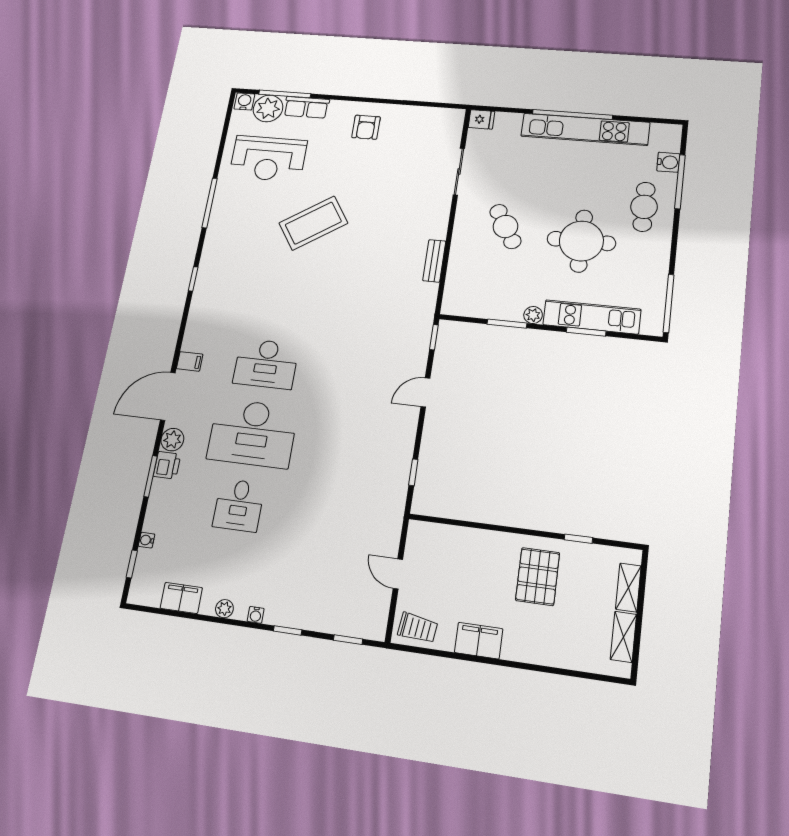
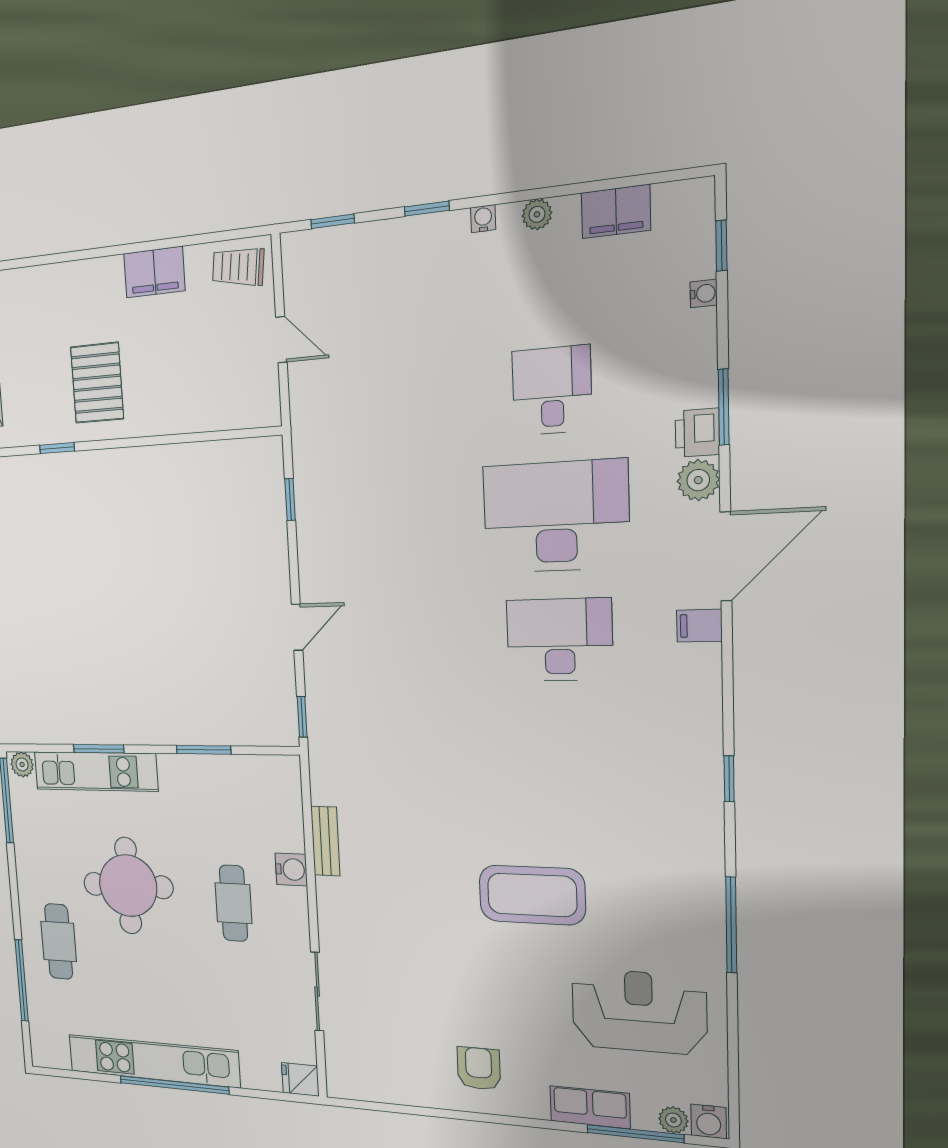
plant: (268, 108) -> (673, 1120), width x0.53, depth x0.53
water cooler: (668, 162) -> (291, 869), moved, turned 180
coffee table: (313, 223) -> (532, 895), turned 34
cafe table: (505, 226) -> (234, 903), turned 30
plant: (533, 315) -> (22, 764), moved

